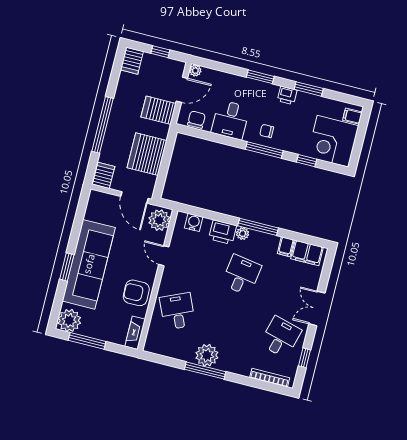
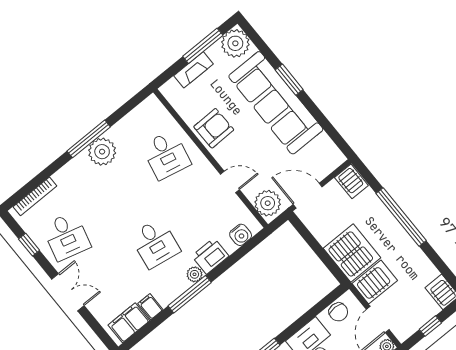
server rack: (147, 154) -> (352, 253), moved
desk: (177, 311) -> (166, 155), turned 36
fireplace: (135, 333) -> (193, 70), moved, turned 90

